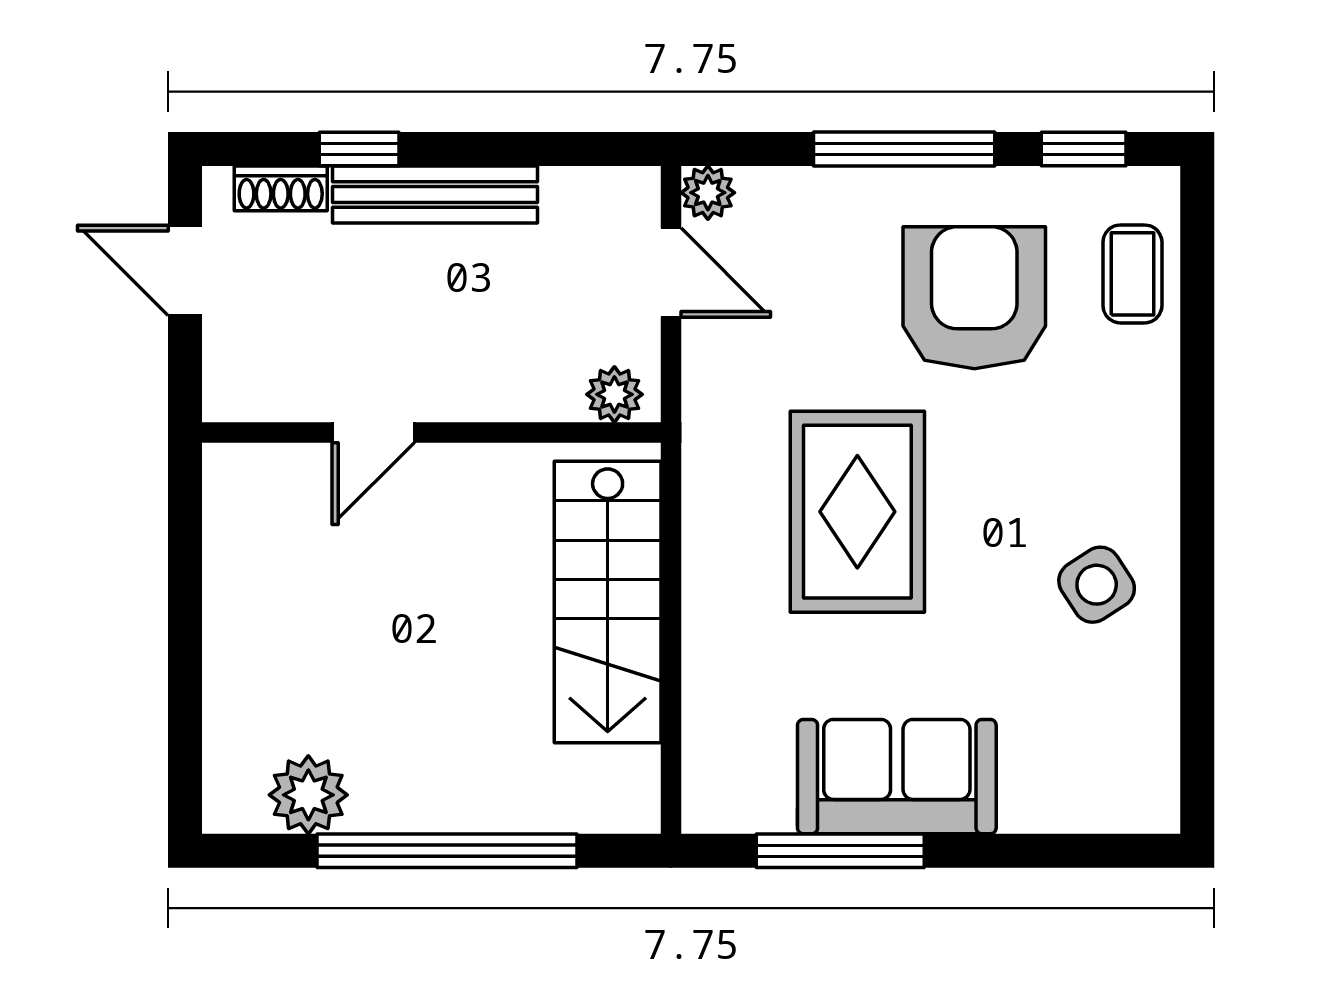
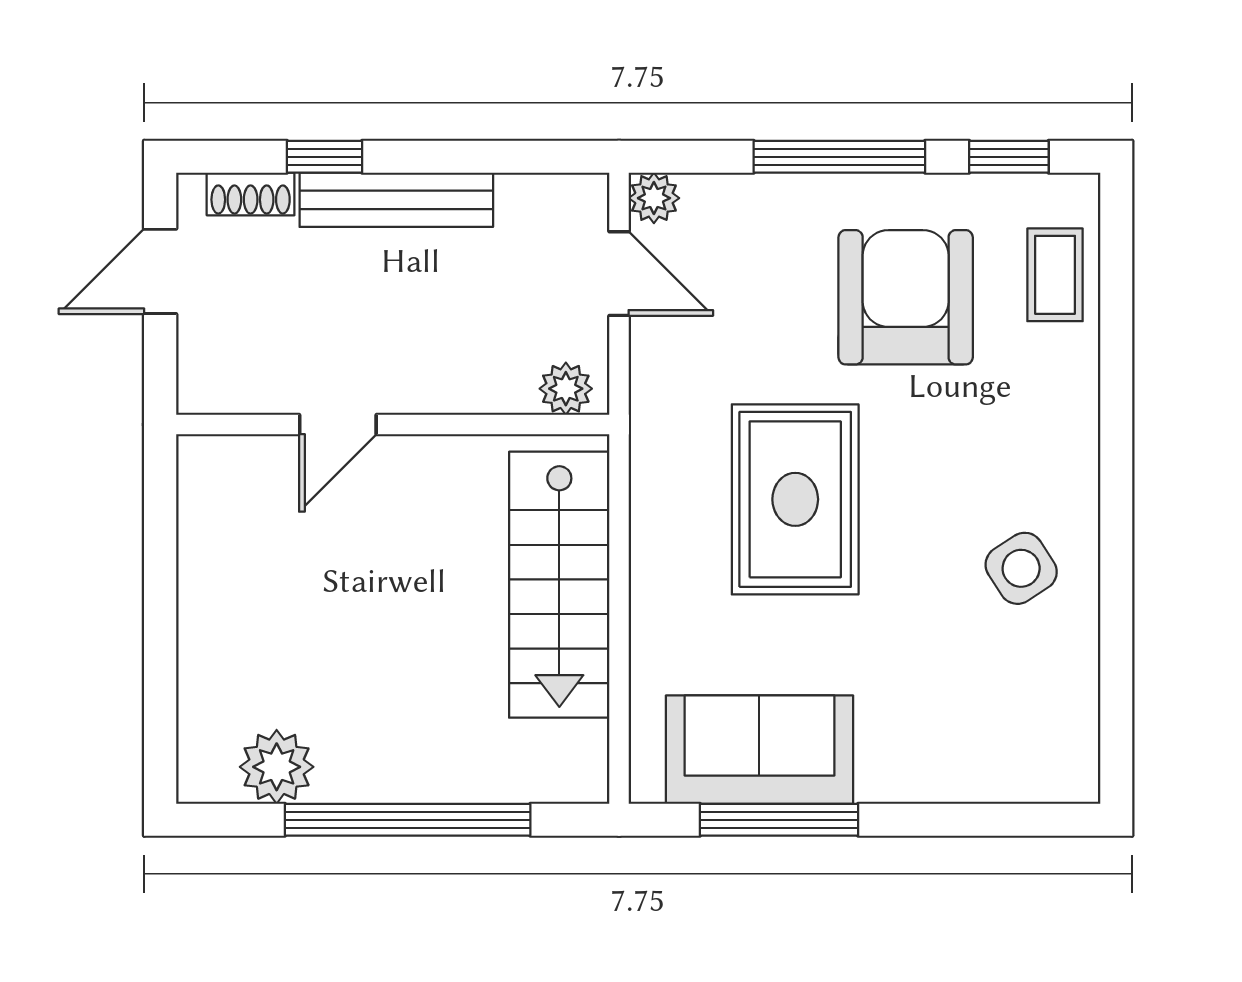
door: (185, 270) -> (160, 271), hinge flipped
sofa: (897, 777) -> (759, 750), moved

